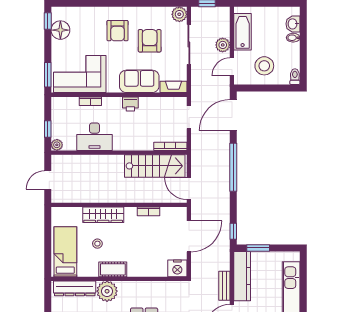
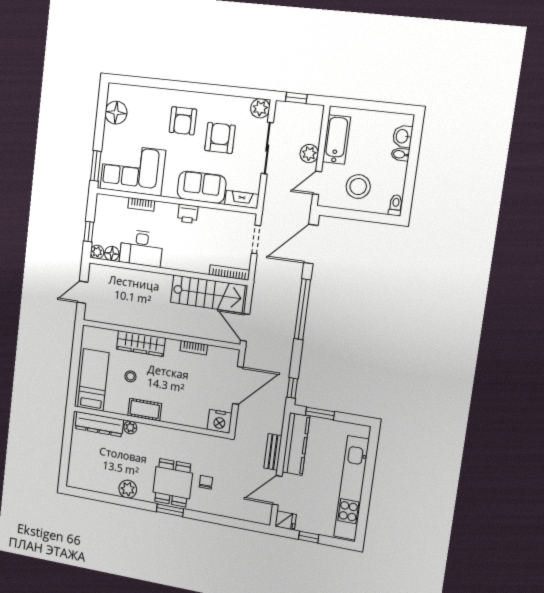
window: (48, 21) -> (103, 100), removed
floor lamp: (70, 144) -> (112, 254), added
plant: (107, 291) -> (130, 427), width x0.53, depth x0.53

